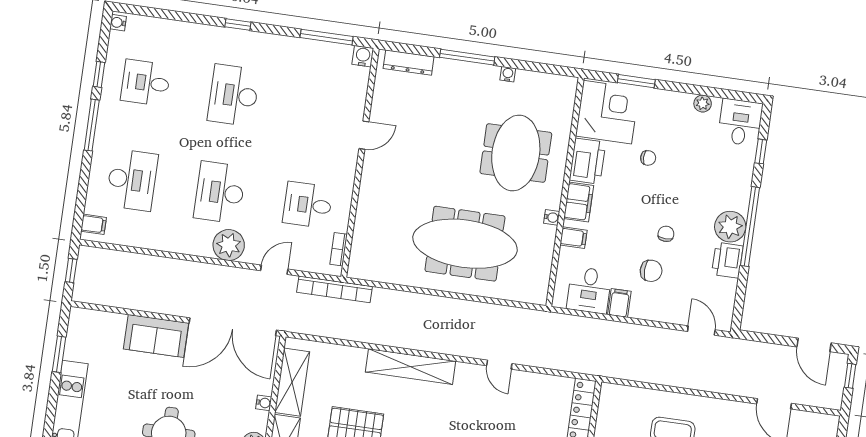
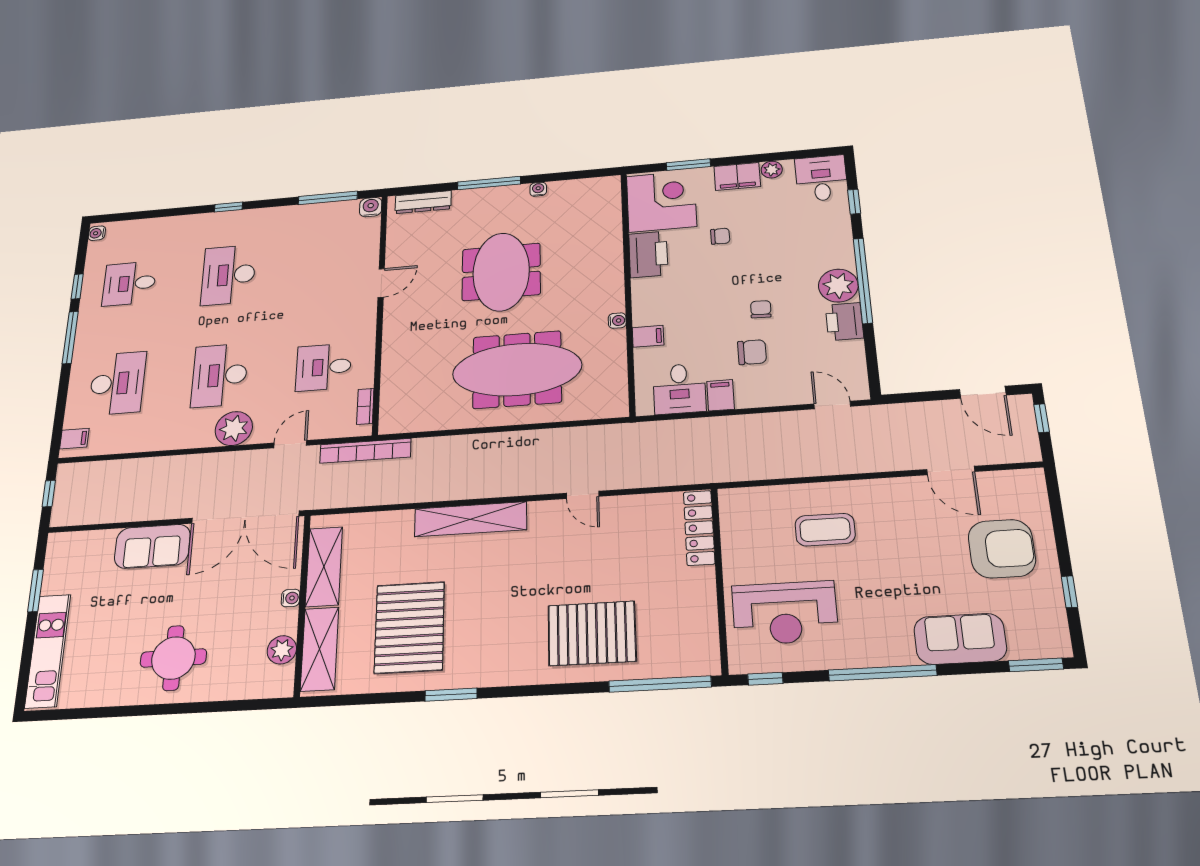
meeting table: (516, 153) -> (501, 272), moved
filing cabinet: (579, 202) -> (737, 176), moved, turned 90

